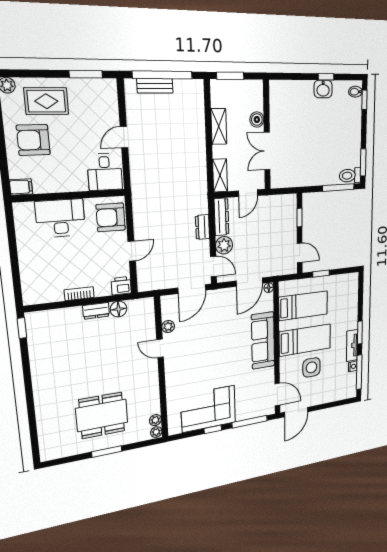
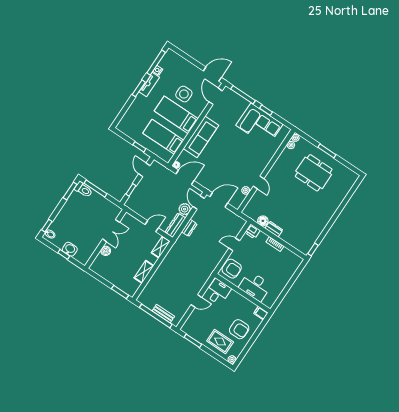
boiler: (257, 120) -> (106, 251), moved
wall: (267, 135) -> (106, 239), moved
double door: (267, 151) -> (111, 231), moved

